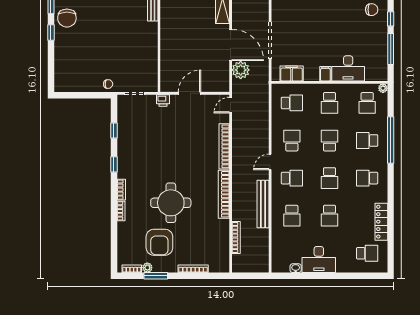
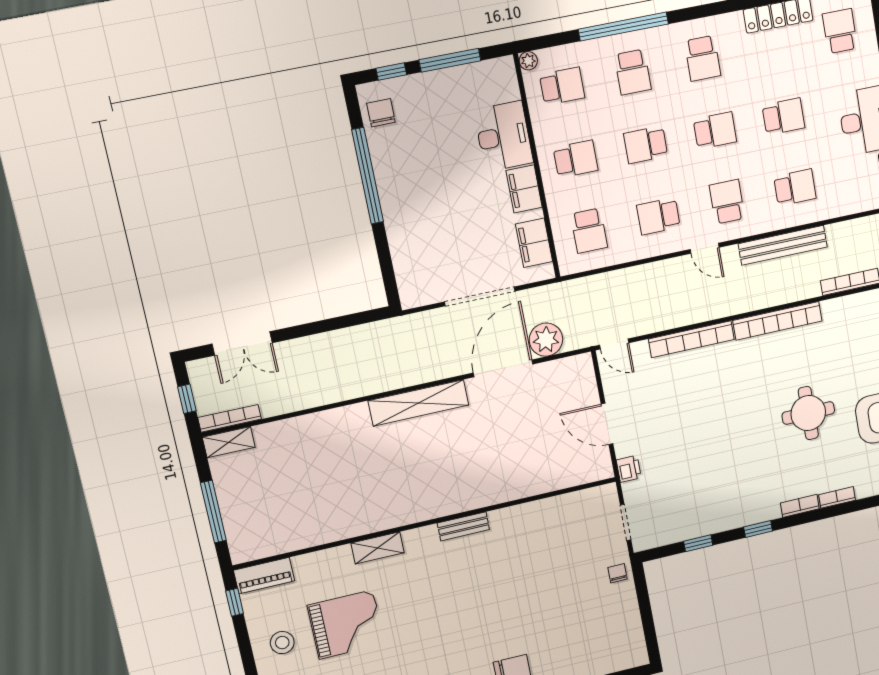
filing cabinet: (325, 74) -> (524, 189), width x2.00
school desk: (292, 103) -> (589, 231), turned 180
round table: (171, 203) -> (808, 413), width x0.73, depth x0.73

